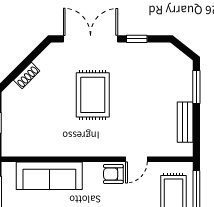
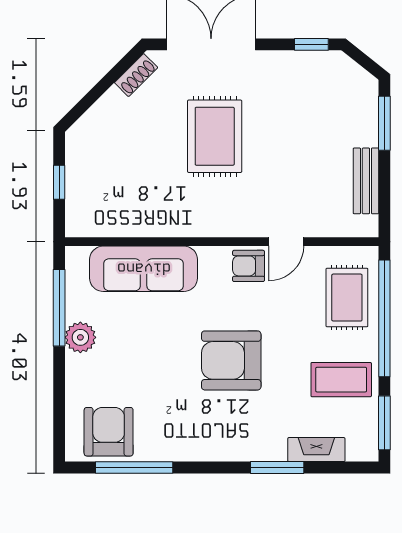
window: (137, 39) -> (311, 44), moved
shoe rack: (27, 76) -> (136, 75), moved

